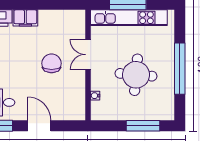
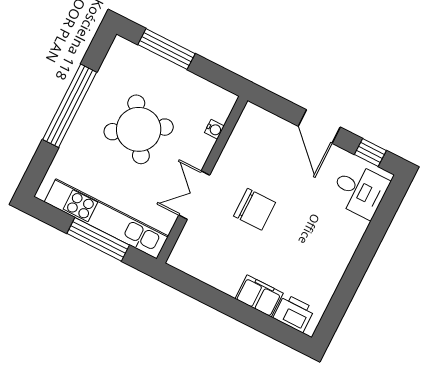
double door: (88, 55) -> (194, 195), swing flipped
chair: (52, 63) -> (255, 209), turned -90
round table: (136, 75) -> (139, 129), turned -37

